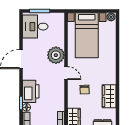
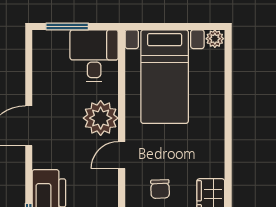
desk: (35, 27) -> (94, 56), moved, turned 90
door: (66, 73) -> (122, 155), swing flipped

